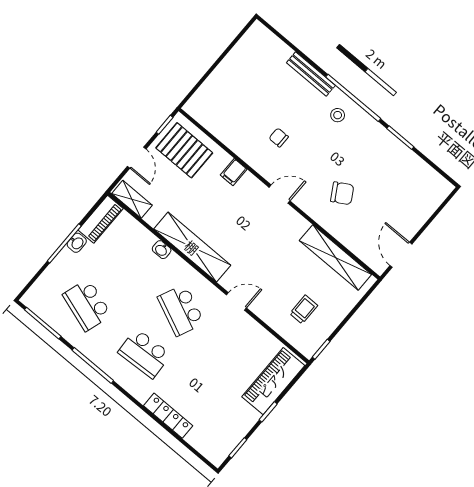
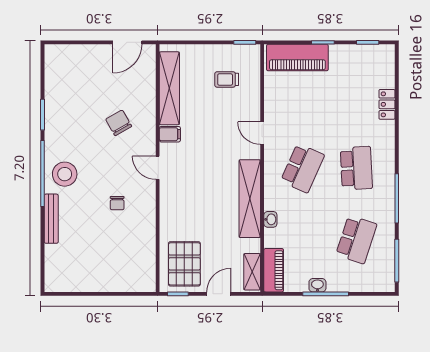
stool: (338, 115) -> (65, 174), width x1.89, depth x1.89
filing cabinet: (234, 172) -> (170, 134), moved
piano: (101, 219) -> (274, 270), moved, turned 90
locker: (168, 416) -> (387, 104), width x0.66

